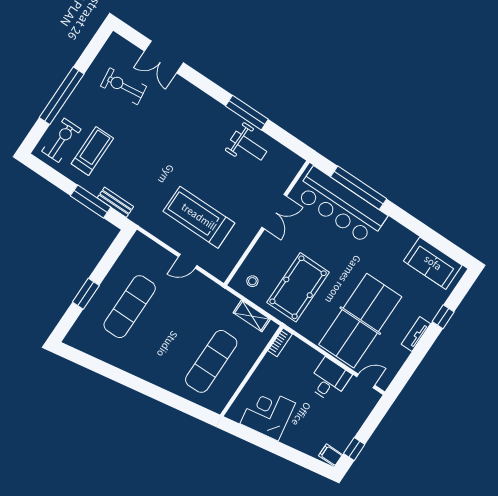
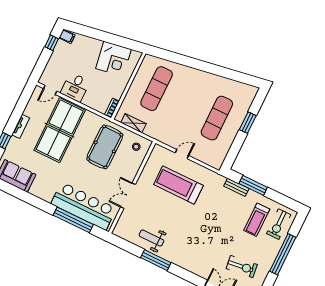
treadmill: (199, 217) -> (178, 185), turned 180

